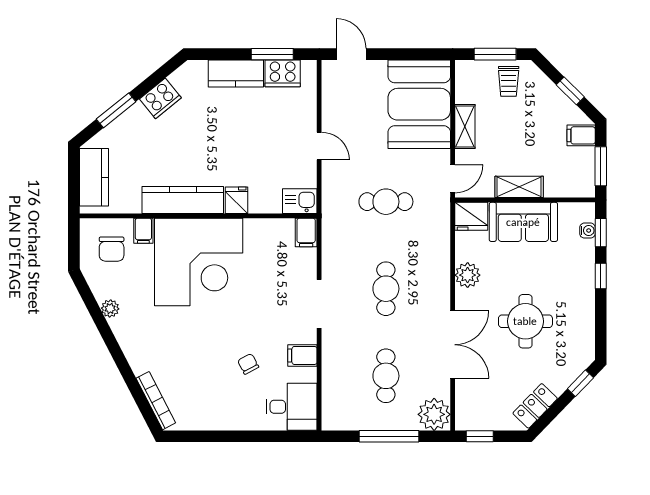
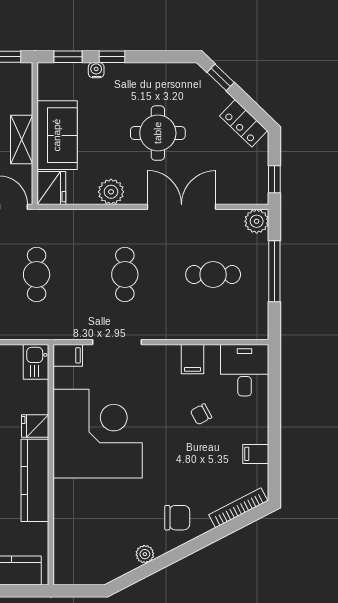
filing cabinet: (143, 231) -> (256, 454), moved, turned 180
water cooler: (587, 231) -> (96, 70), moved
chair: (112, 249) -> (177, 518), moved
corner desk: (199, 262) -> (98, 434), moved
cafe table: (386, 289) -> (125, 275), turned 90
doorway: (319, 304) -> (117, 342), moved
plant: (434, 414) -> (257, 221), width x0.73, depth x0.73

